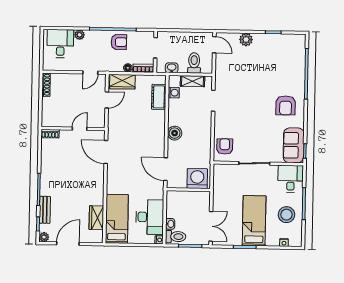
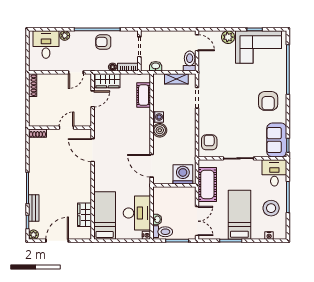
armchair: (119, 42) -> (103, 42), turned 180
corner sofa: (277, 50) -> (258, 47), added
toilet: (194, 63) -> (190, 61), moved
washing machine: (174, 93) -> (158, 117), moved
cot: (222, 189) -> (207, 184), added

